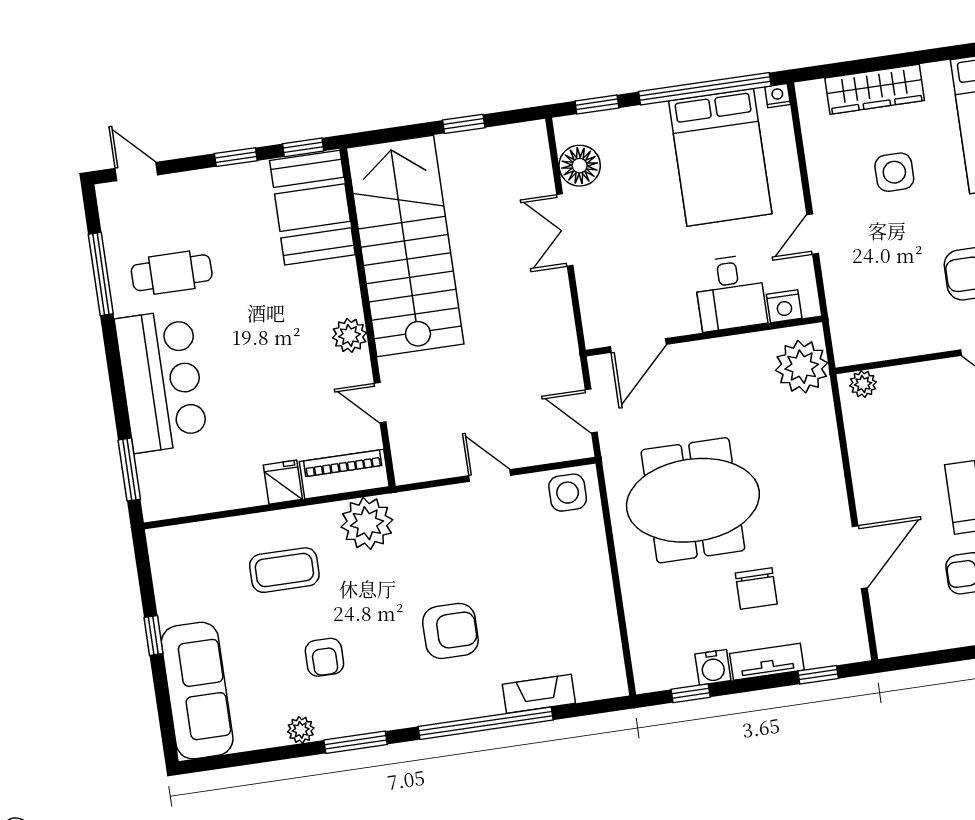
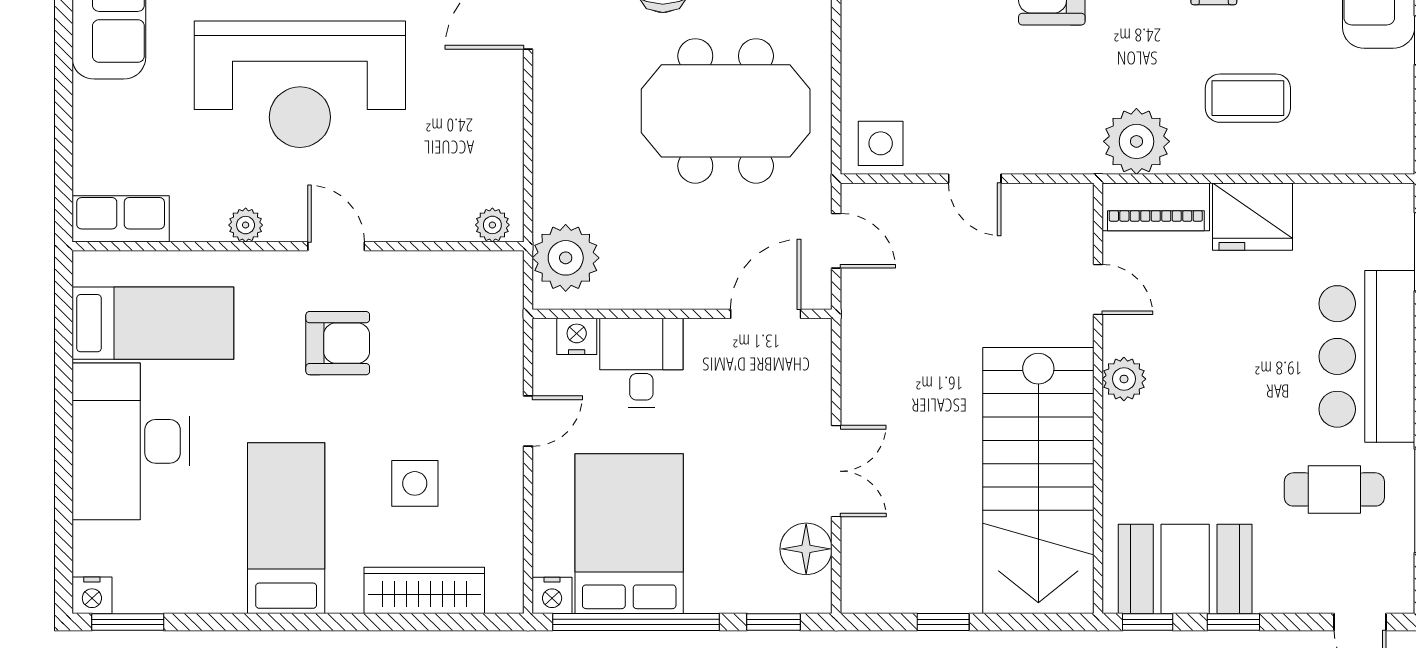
nightstand: (778, 96) -> (552, 595), width x1.39, depth x1.35
booth: (312, 208) -> (1185, 569), moved, turned 90
fridge: (283, 482) -> (1253, 217), width x1.88, depth x1.34

